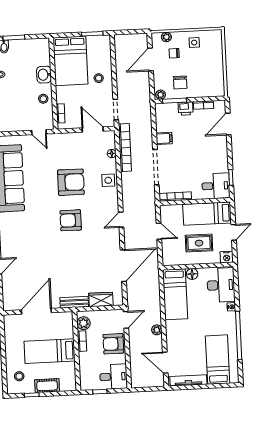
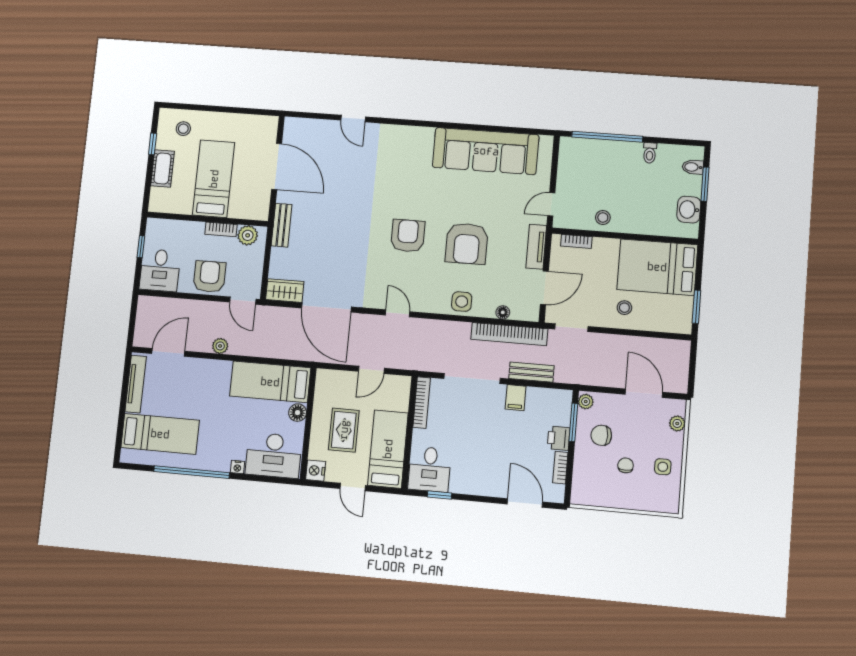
chair: (174, 53) -> (626, 465), moved
washbasin: (44, 75) -> (689, 210), moved, turned -90
bench: (147, 131) -> (531, 372), added
tv unit: (67, 138) -> (536, 247), added
wardrobe: (101, 299) -> (285, 291), moved, turned -90

